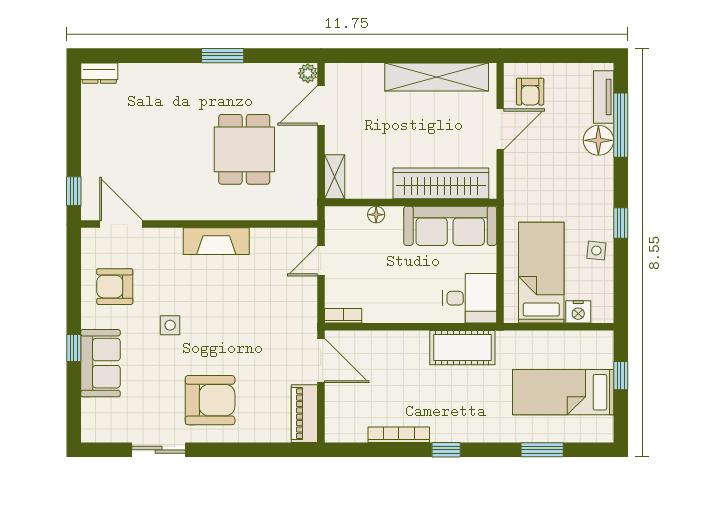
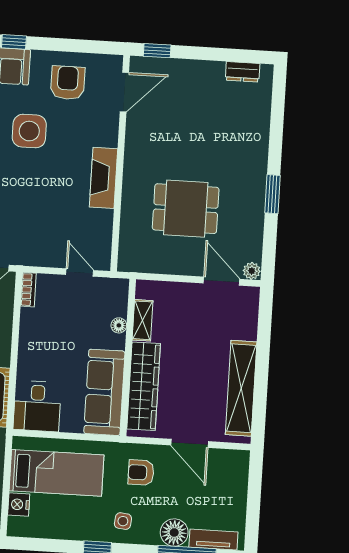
dresser: (99, 73) -> (243, 72), moved, turned -90
armchair: (530, 92) -> (141, 472), moved
shelving: (335, 177) -> (143, 320), moved, turned 90
side table: (596, 251) -> (123, 521), moved
side table: (170, 325) -> (29, 131), width x1.87, depth x1.87

